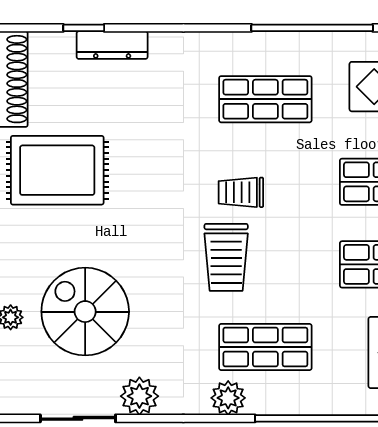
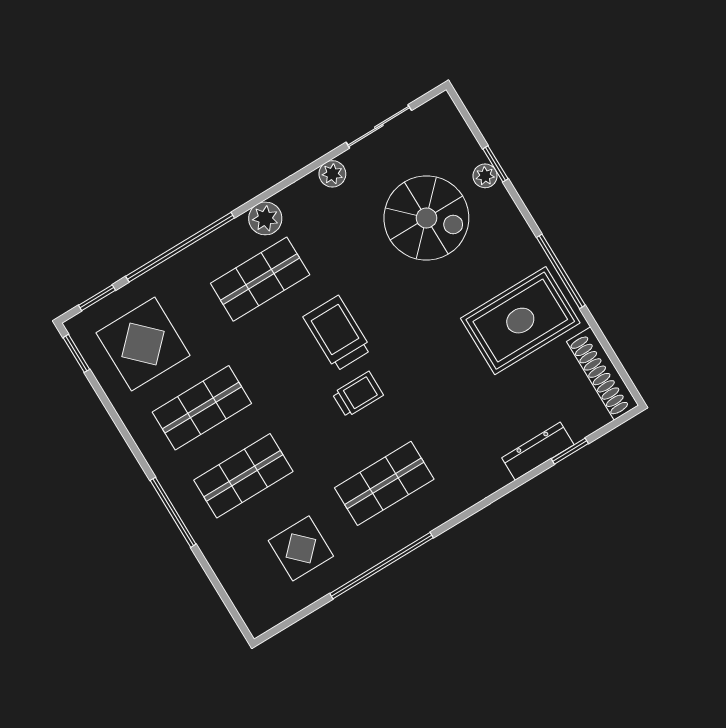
plant: (139, 396) -> (332, 174), width x0.73, depth x0.73

